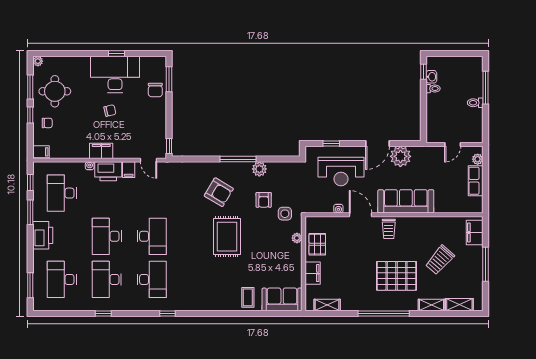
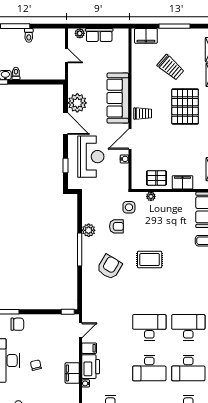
rug: (227, 237) -> (150, 260), width x0.73, depth x0.70

